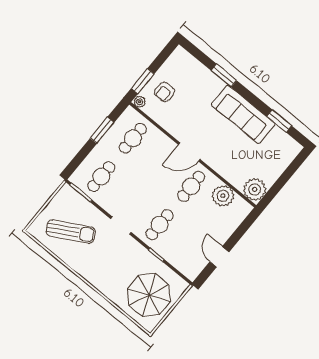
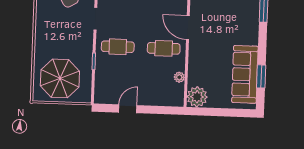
sofa: (243, 114) -> (245, 74), moved
plant: (223, 196) -> (179, 77), width x0.53, depth x0.53

